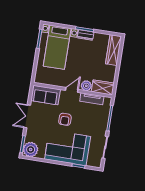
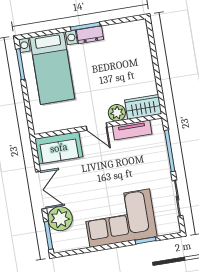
wardrobe: (114, 50) -> (141, 44), removed
door: (72, 90) -> (97, 127), swing flipped
double door: (27, 116) -> (41, 190), swing flipped
armchair: (65, 119) -> (101, 175), removed
plant: (31, 150) -> (60, 219), moved

